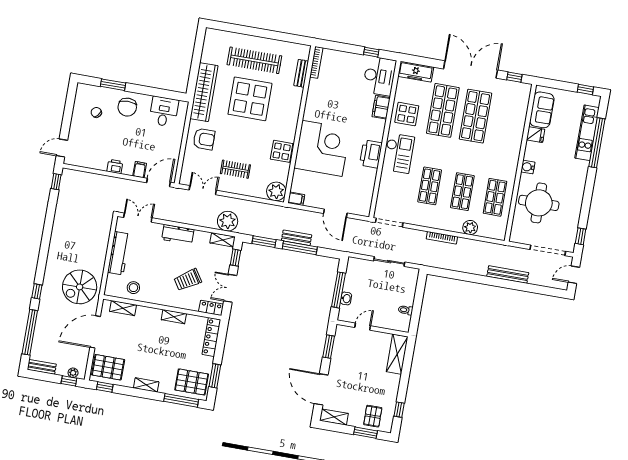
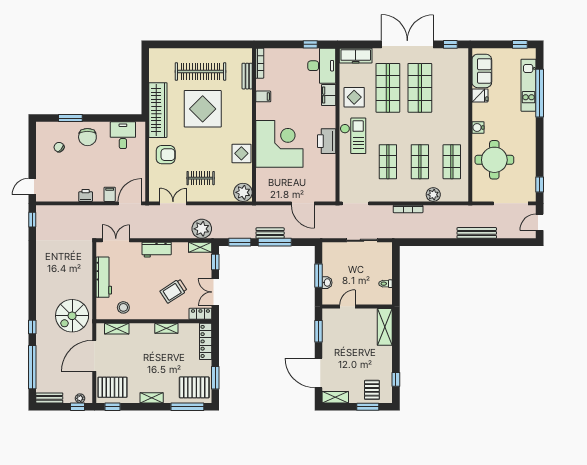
filing cabinet: (296, 199) -> (263, 96), moved
window: (338, 290) -> (318, 276), width x0.69

